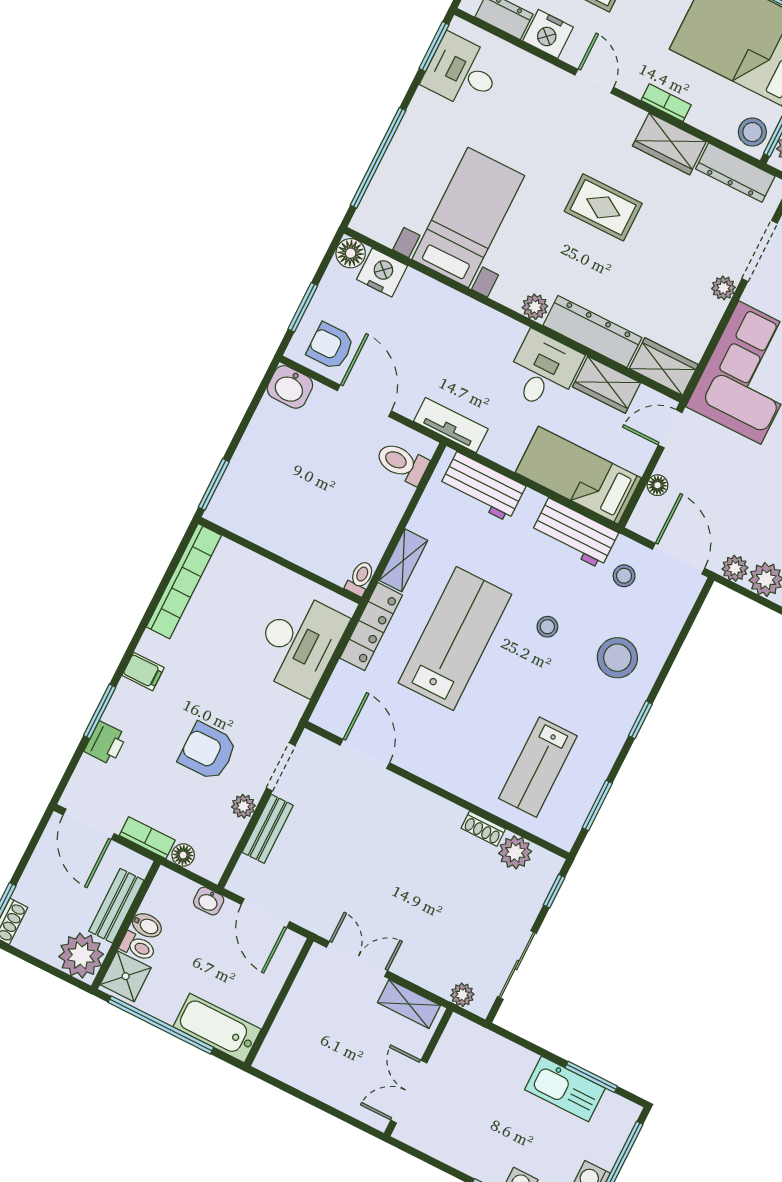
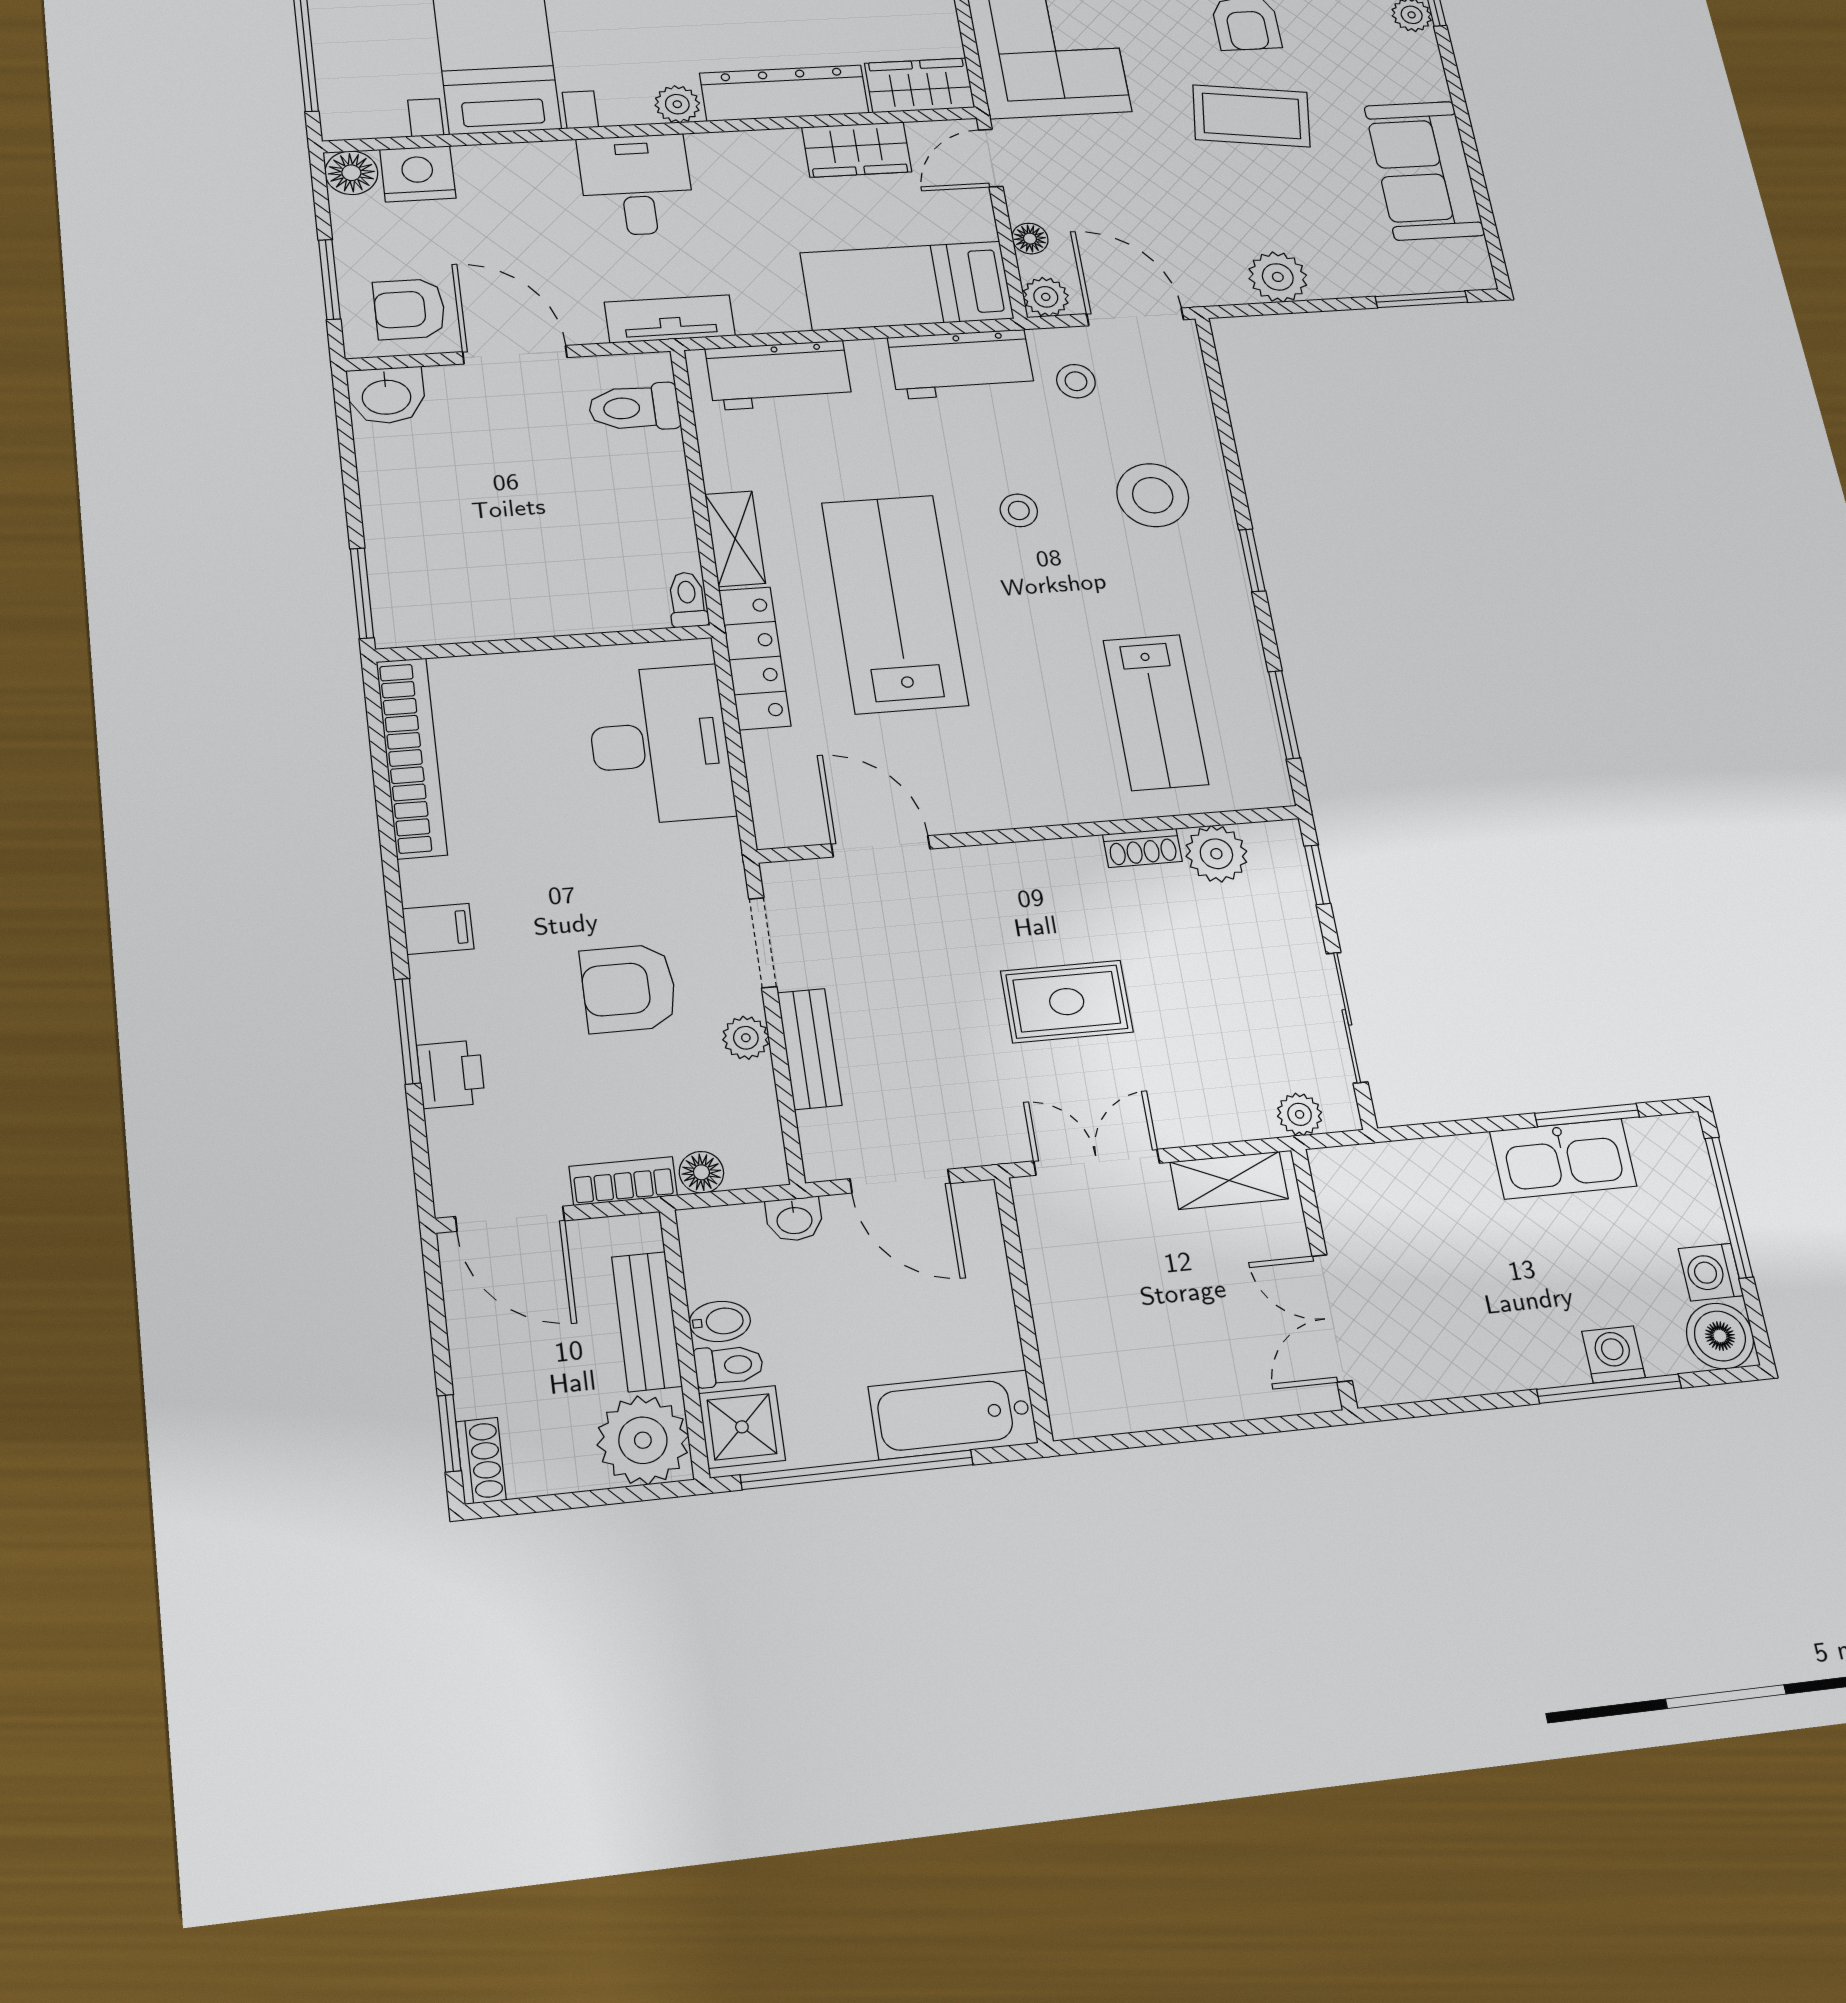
desk: (543, 371) -> (636, 185), moved
plant: (735, 568) -> (1046, 297), moved
rug: (396, 879) -> (1067, 1002), added

